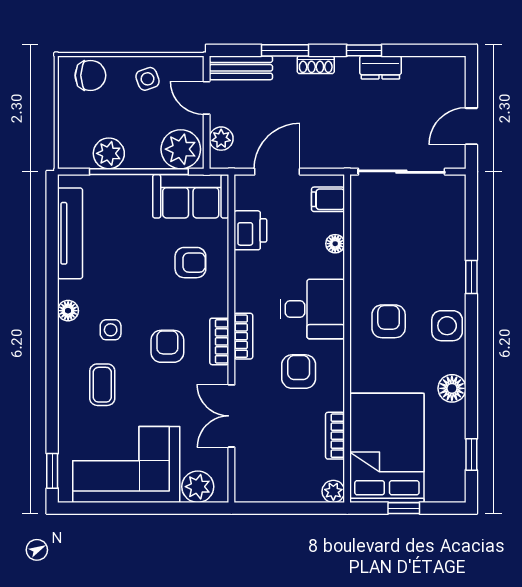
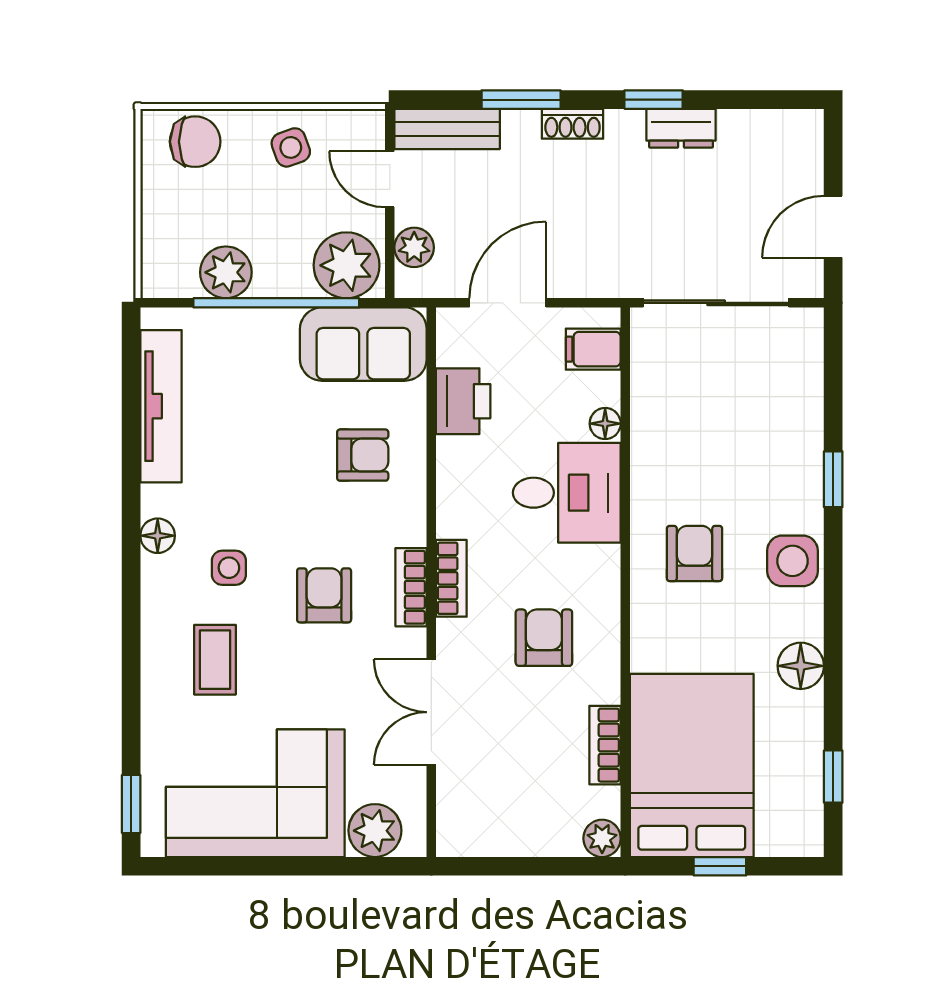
desk: (312, 309) -> (567, 493), moved

